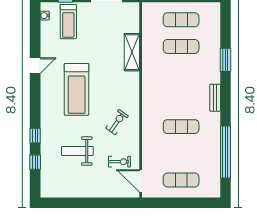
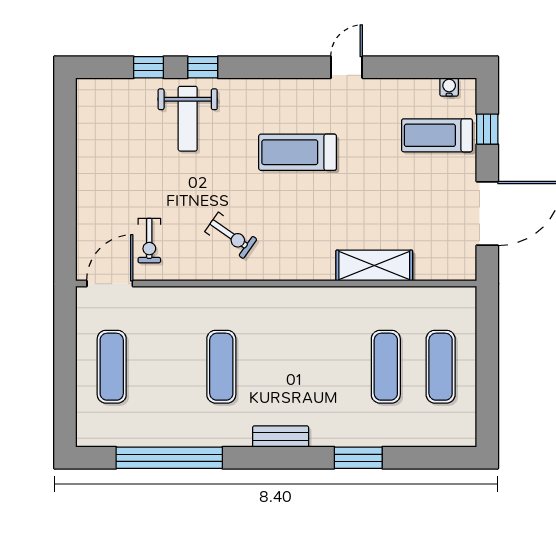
door: (35, 66) -> (347, 67), swing flipped
treadmill: (77, 89) -> (298, 152), width x0.73, depth x0.73
weight bench: (77, 151) -> (188, 119), moved, turned 180

